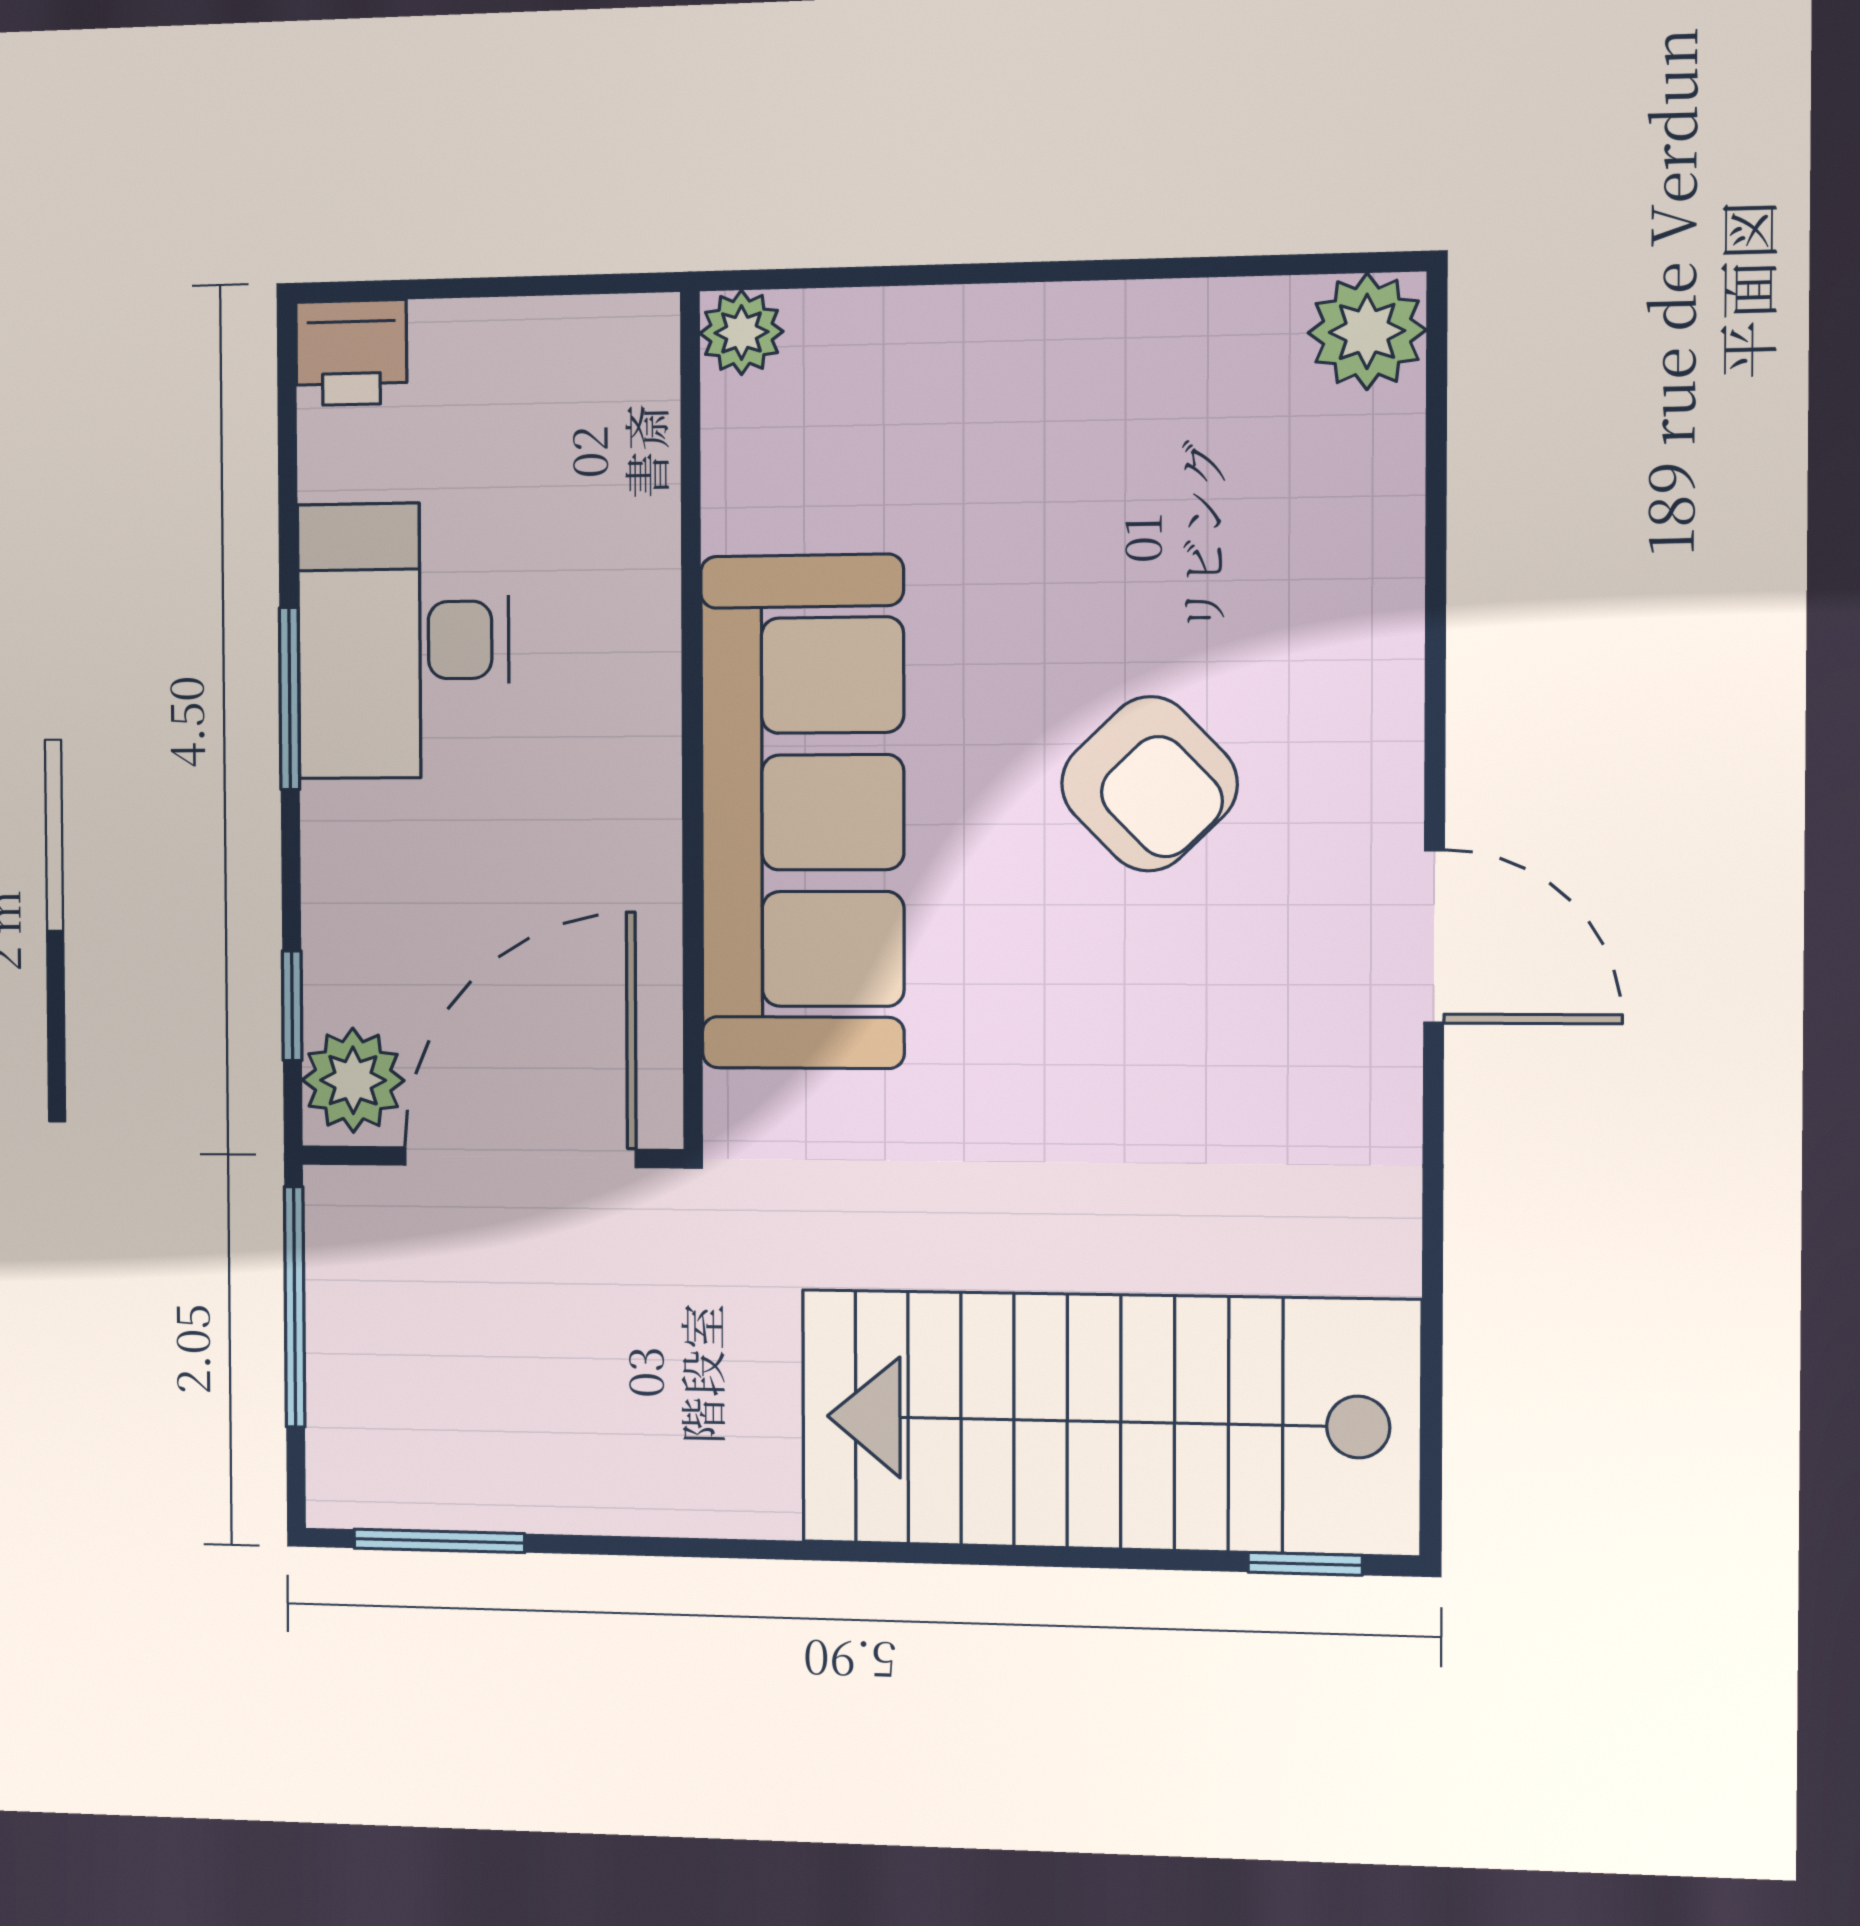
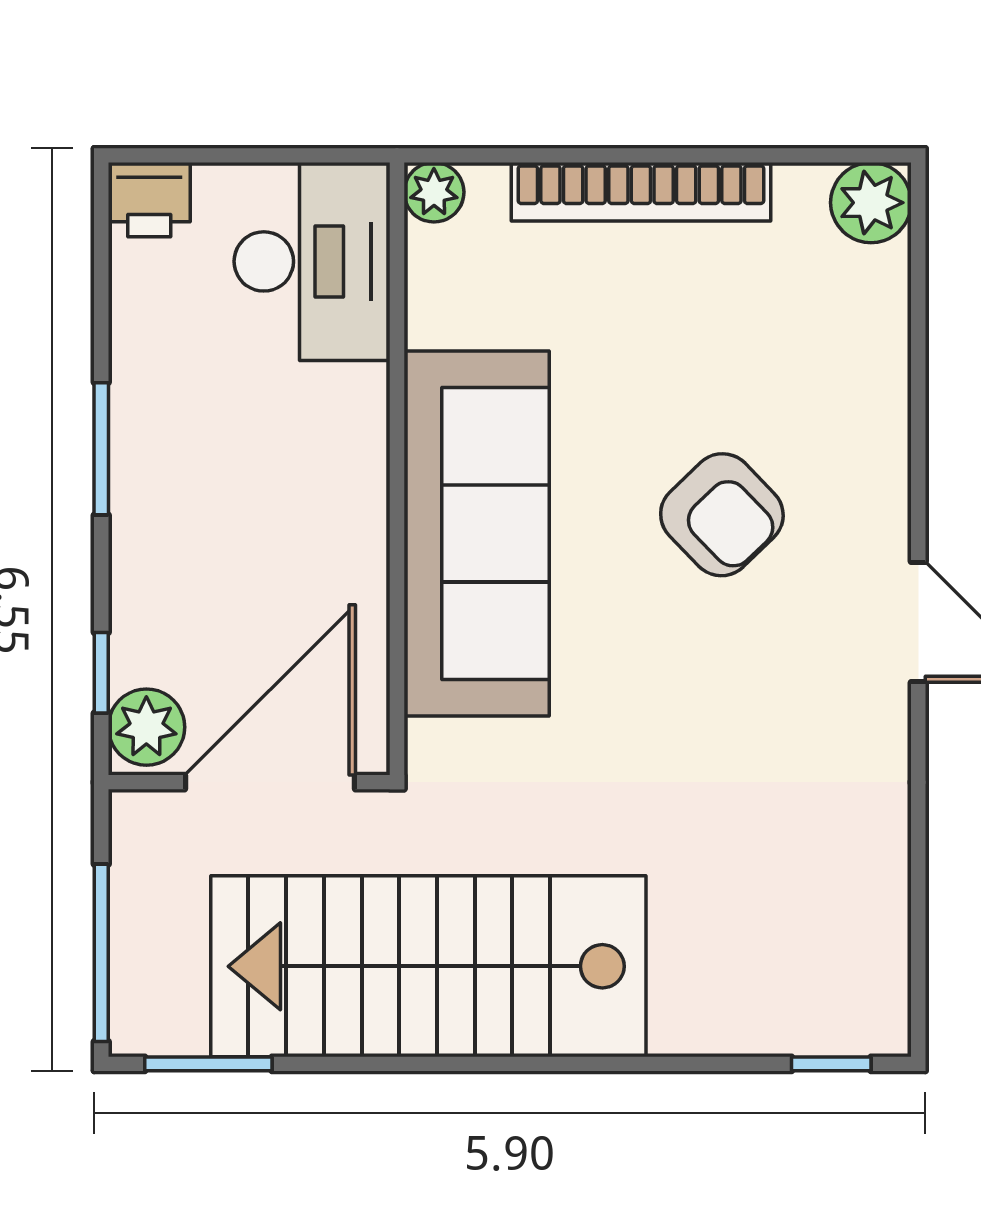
bookcase: (1034, 324) -> (641, 192), added
desk: (403, 641) -> (312, 261), moved, turned 180
window: (295, 1307) -> (101, 953), moved
stairs: (1108, 1422) -> (428, 966), moved

